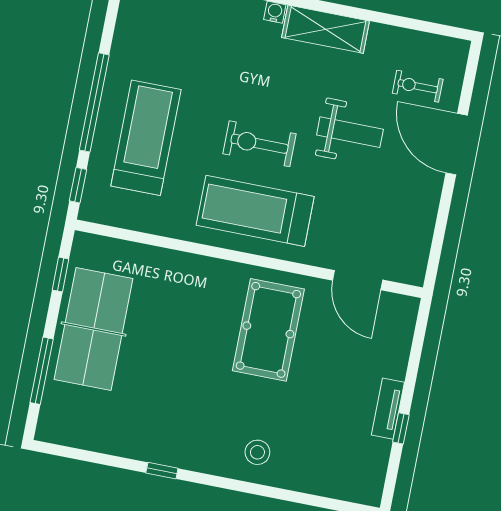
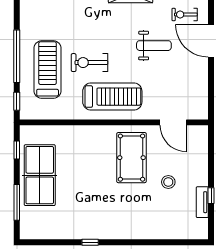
exercise bike: (259, 144) -> (90, 63), moved
treadmill: (255, 211) -> (112, 97), turned 180
tv unit: (388, 409) -> (202, 202), moved
stool: (257, 452) -> (168, 182), moved

